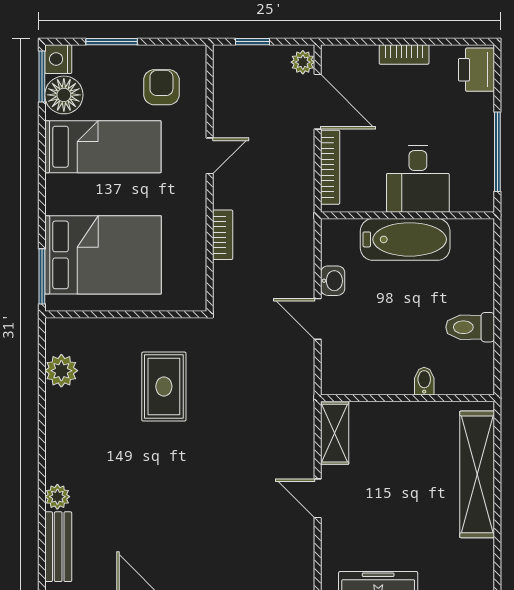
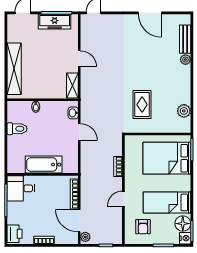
desk: (418, 179) -> (21, 188), moved, turned -90
washbasin: (333, 281) -> (73, 113), moved

